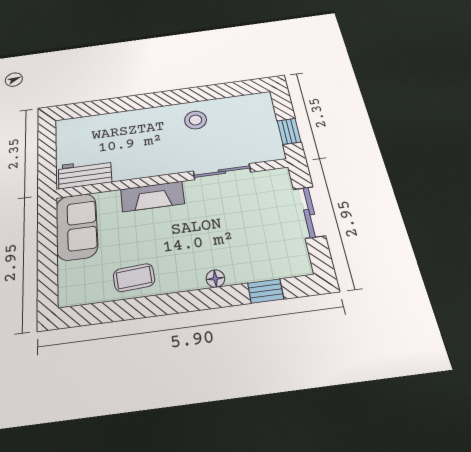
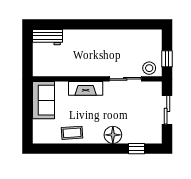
stool: (195, 120) -> (149, 68), moved
workbench: (85, 174) -> (48, 37), moved, turned 180
floor lamp: (215, 279) -> (113, 135), width x1.89, depth x1.89

